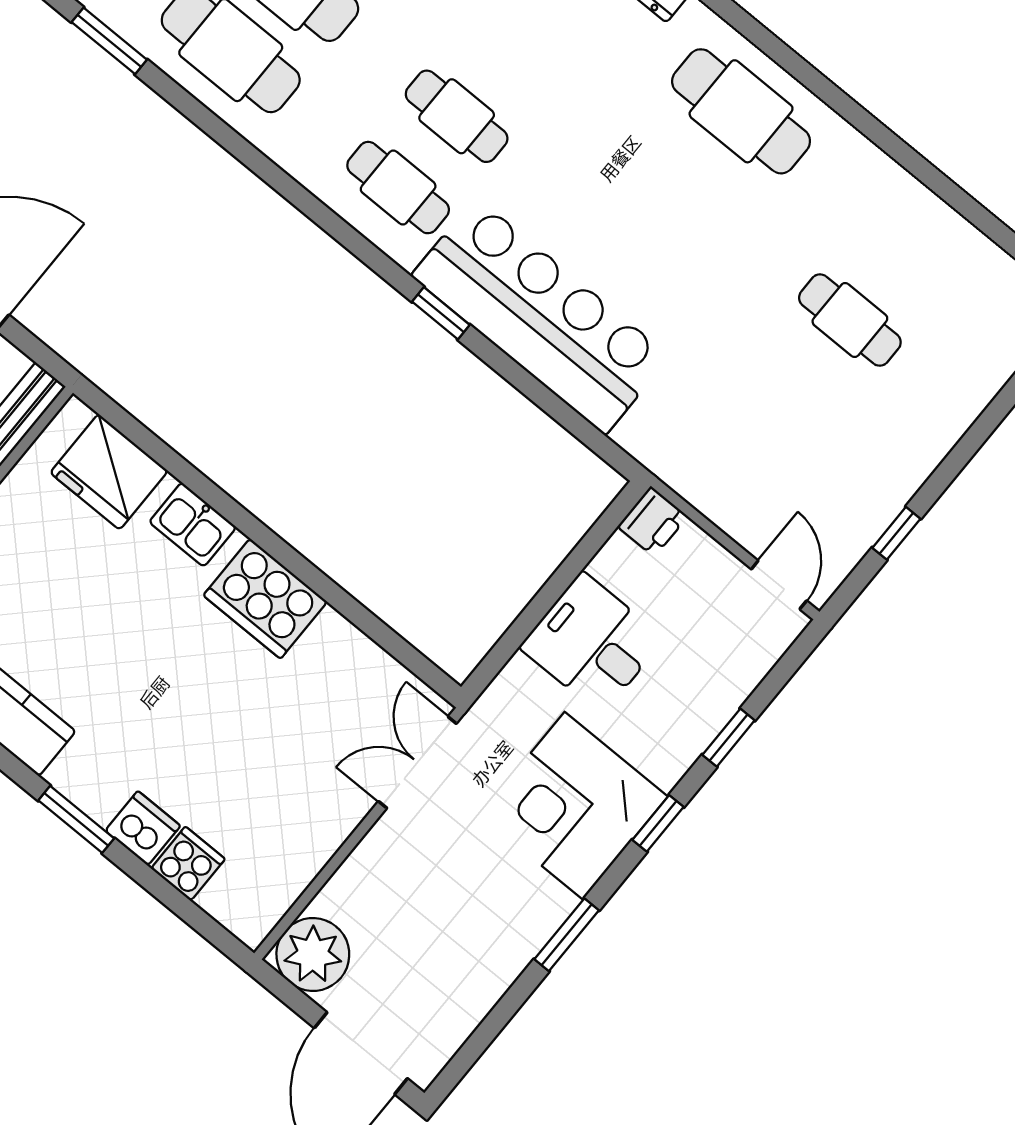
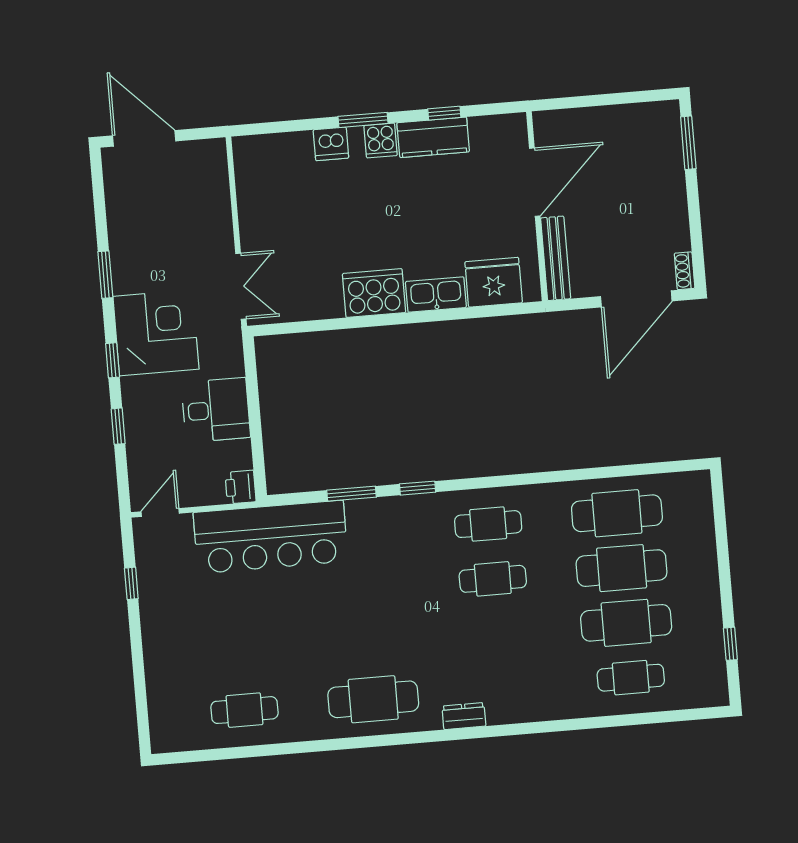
window: (109, 41) -> (352, 494), moved
bar counter: (540, 316) -> (271, 537), moved
cafe table: (850, 320) -> (244, 710), moved
kitchen sink: (193, 525) -> (436, 295), width x1.38
door: (779, 585) -> (160, 513), swing flipped
cooker: (188, 864) -> (381, 140), moved
plant: (313, 954) -> (206, 161), removed

